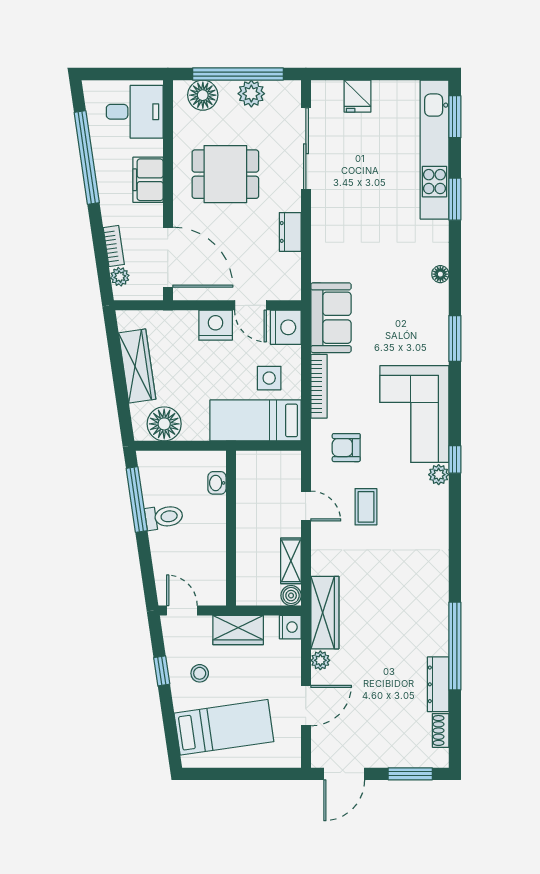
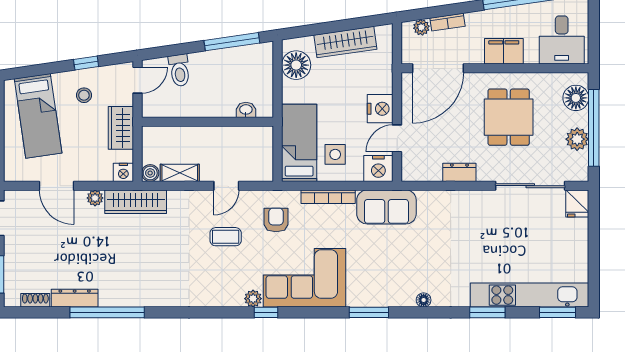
fridge: (358, 96) -> (577, 203), moved, turned -90
toilet: (164, 517) -> (179, 70), moved

